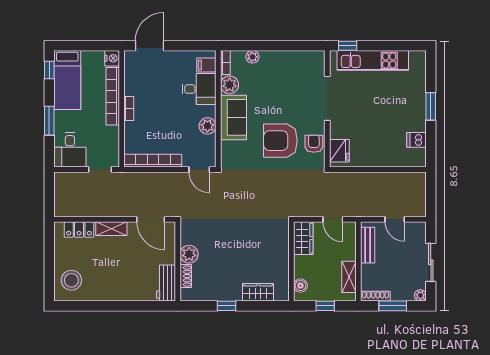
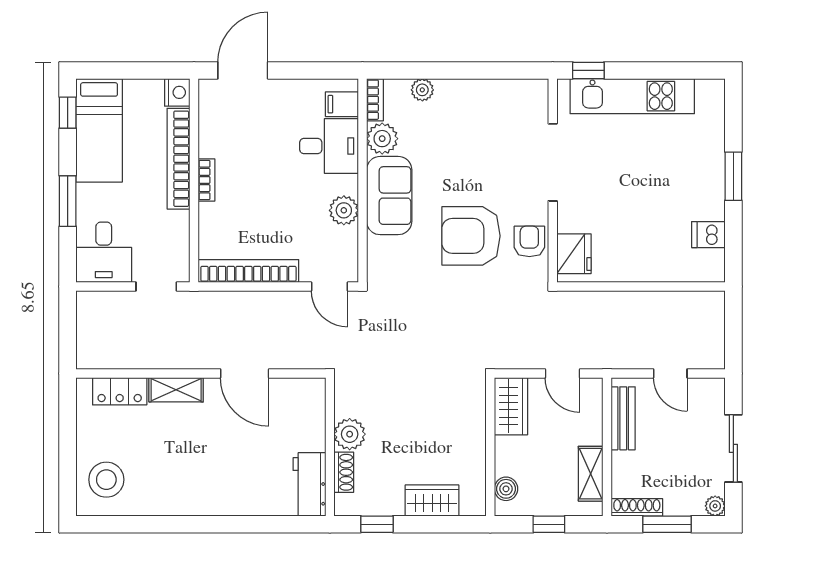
plant: (189, 254) -> (350, 434), moved
wall: (178, 261) -> (330, 447), moved
shoe rack: (186, 276) -> (344, 472), moved
workbench: (166, 283) -> (309, 484), moved

